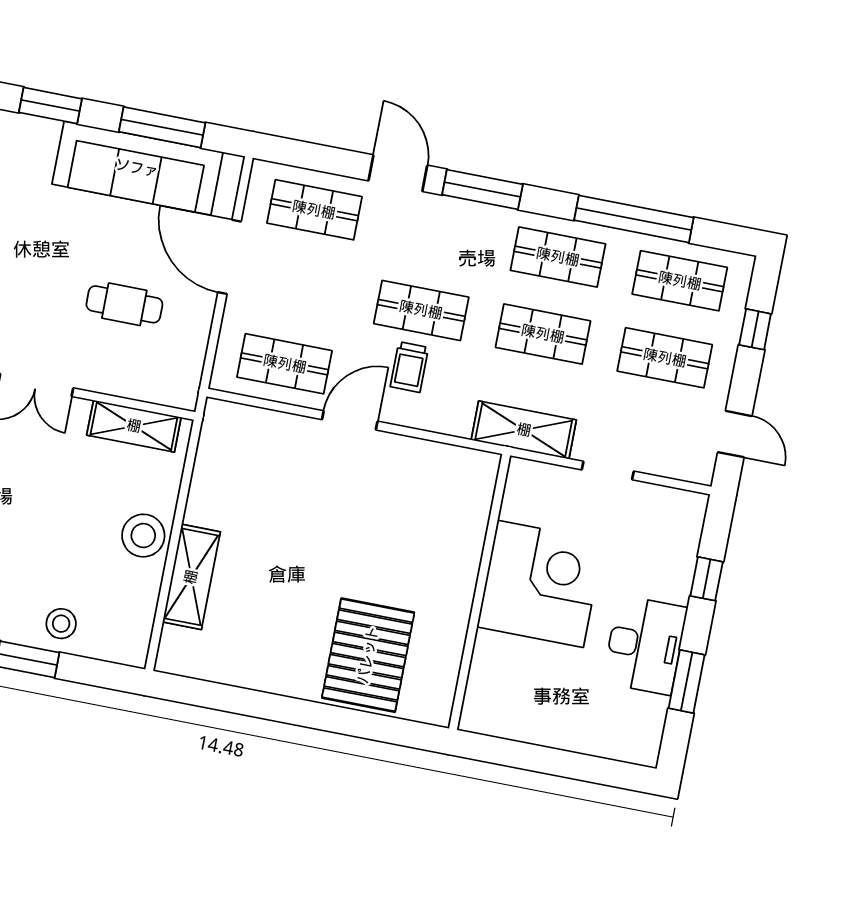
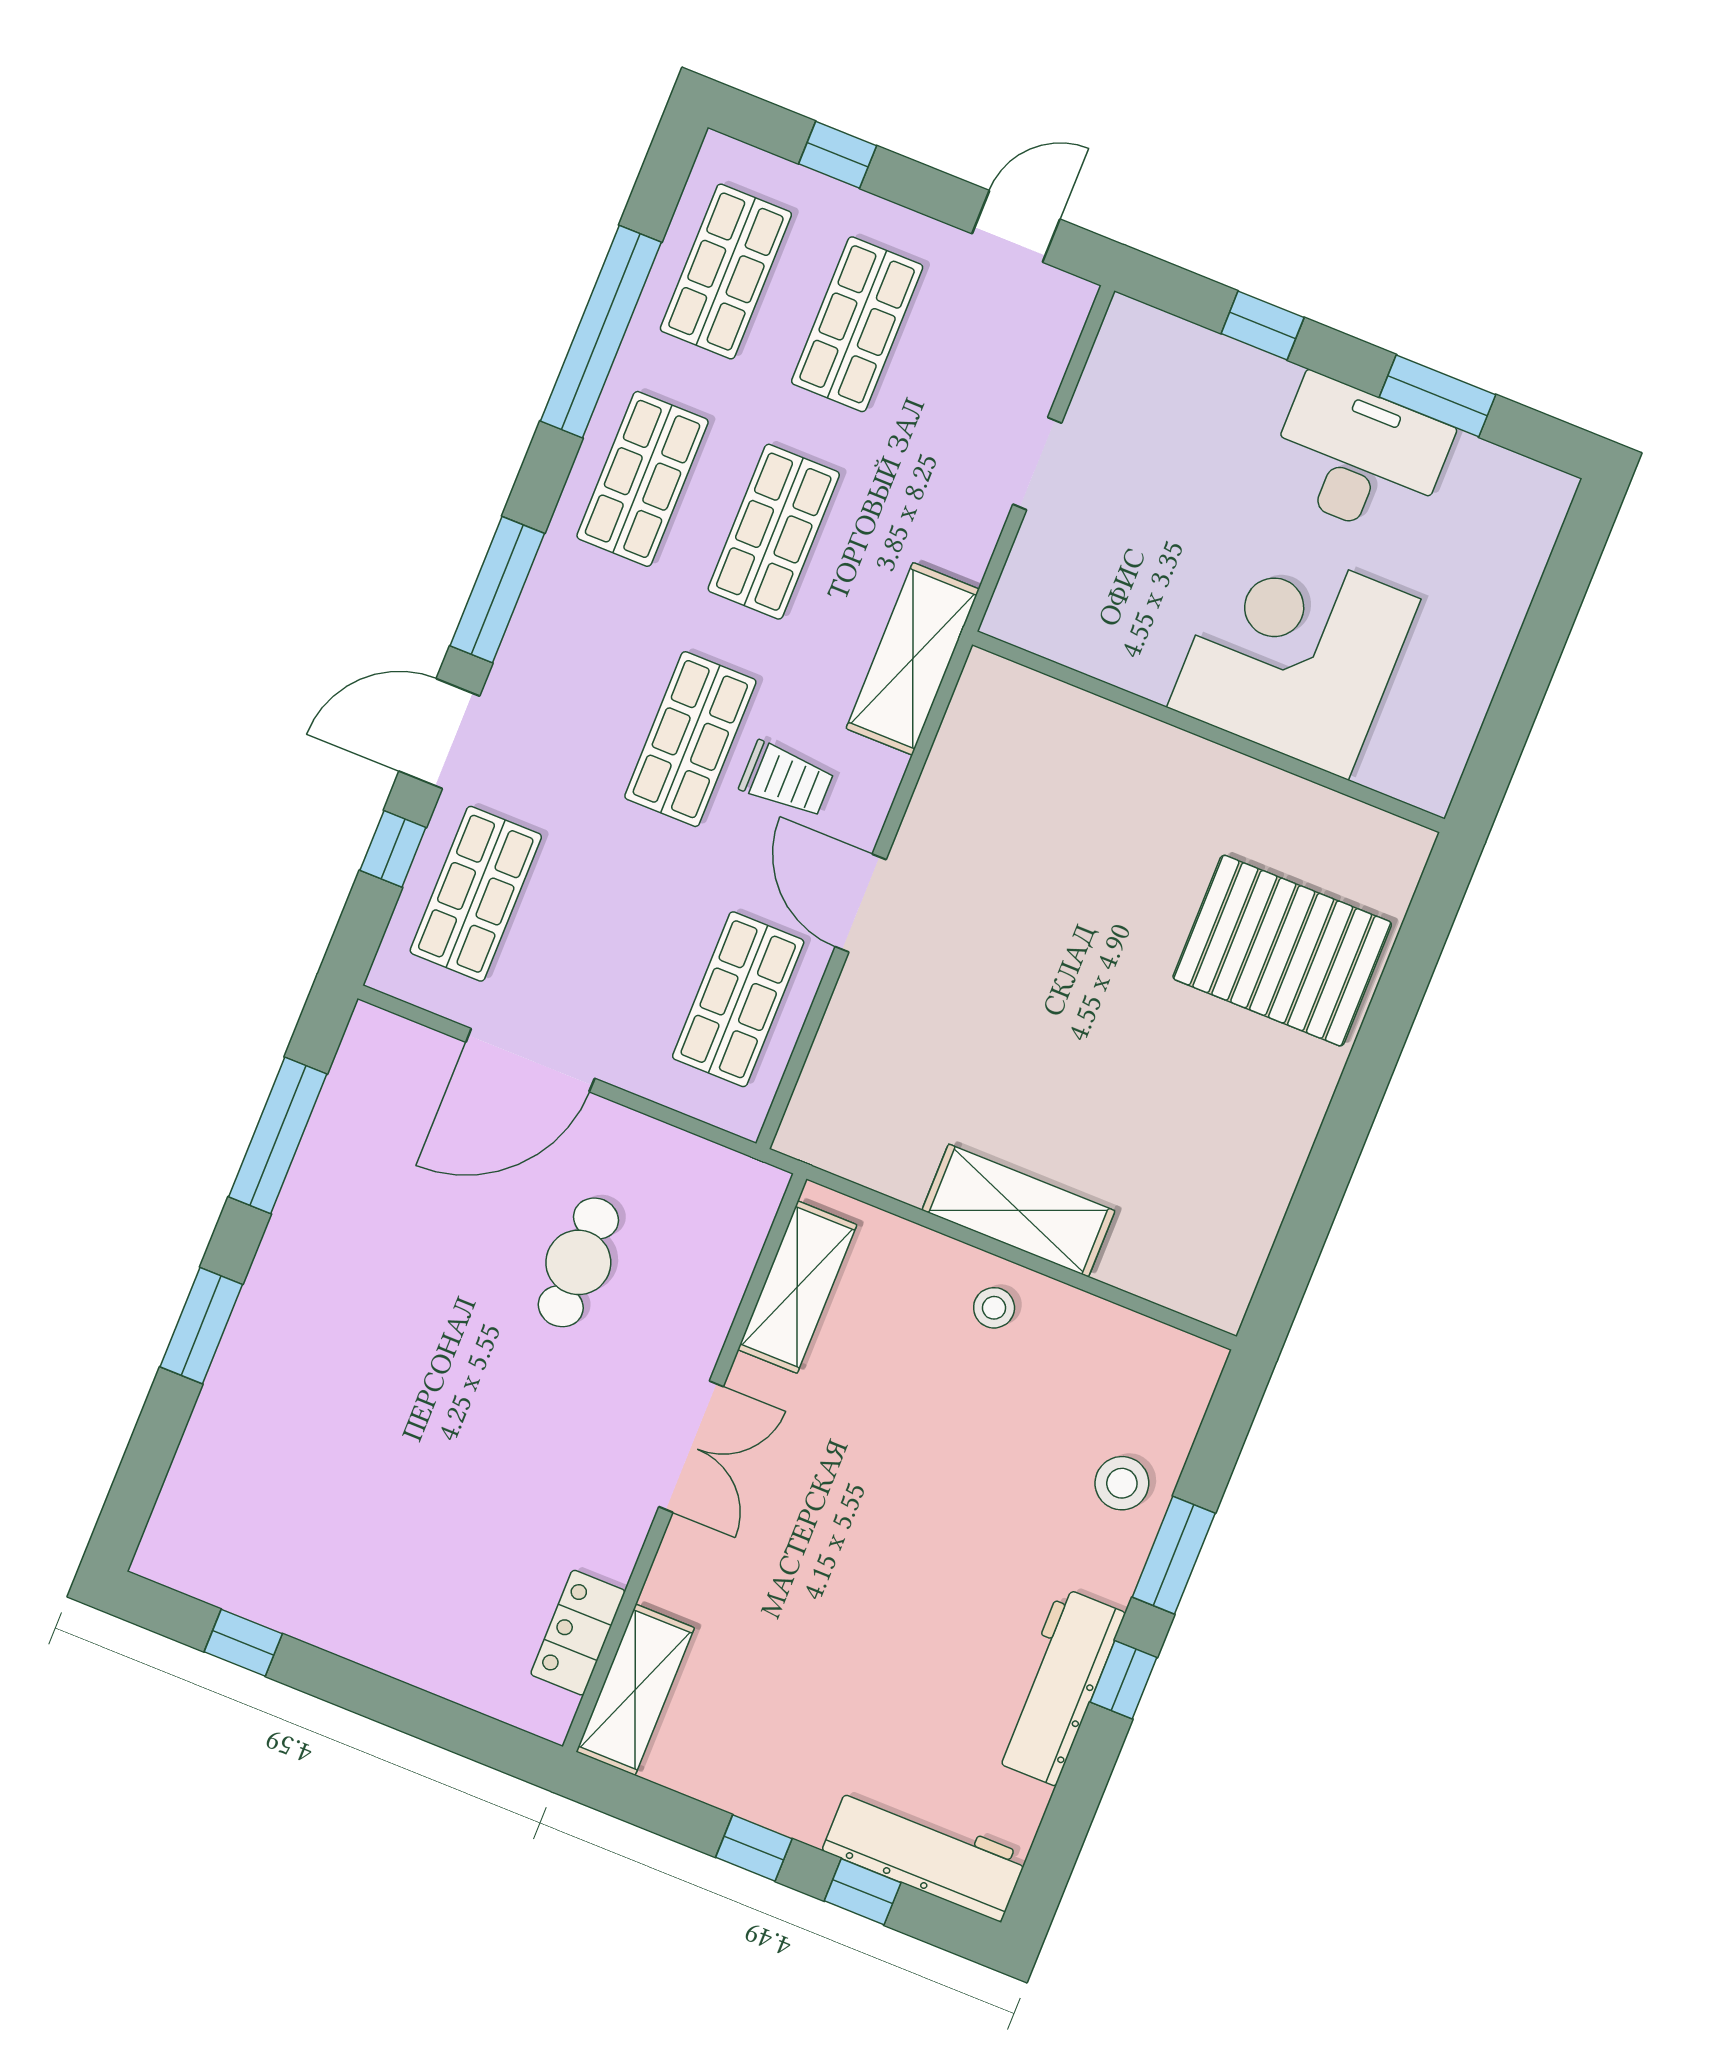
window: (330, 160) -> (393, 849), added
sofa: (137, 168) -> (342, 1193), removed
shelving: (524, 430) -> (913, 659), moved
stool: (143, 536) -> (994, 1308), width x0.53, depth x0.53
shelving: (191, 577) -> (1018, 1210), moved
corner desk: (540, 584) -> (1294, 653), moved

